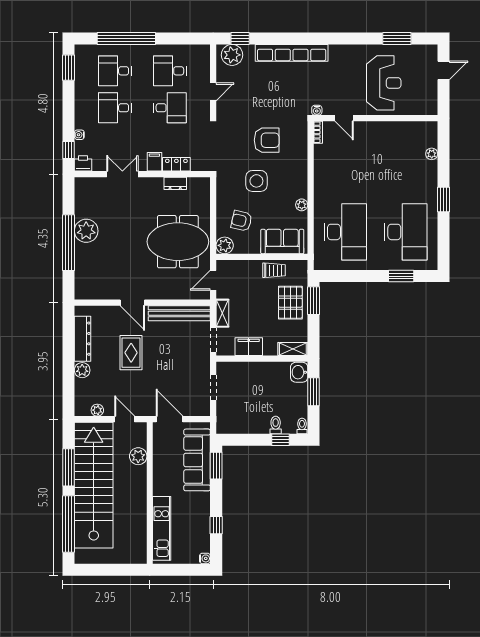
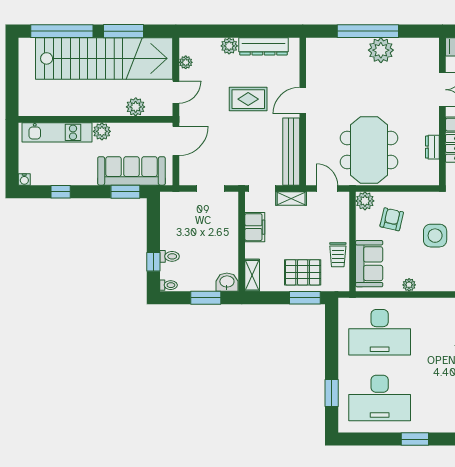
plant: (161, 487) -> (102, 131), added

